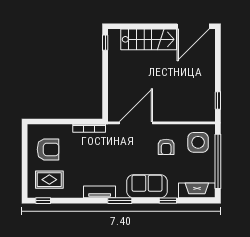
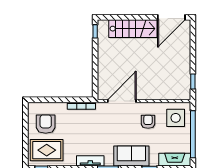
armchair: (166, 147) -> (148, 122), turned 180
armchair: (48, 149) -> (46, 124), turned -90
rug: (49, 180) -> (47, 150), width x1.36, depth x1.43

